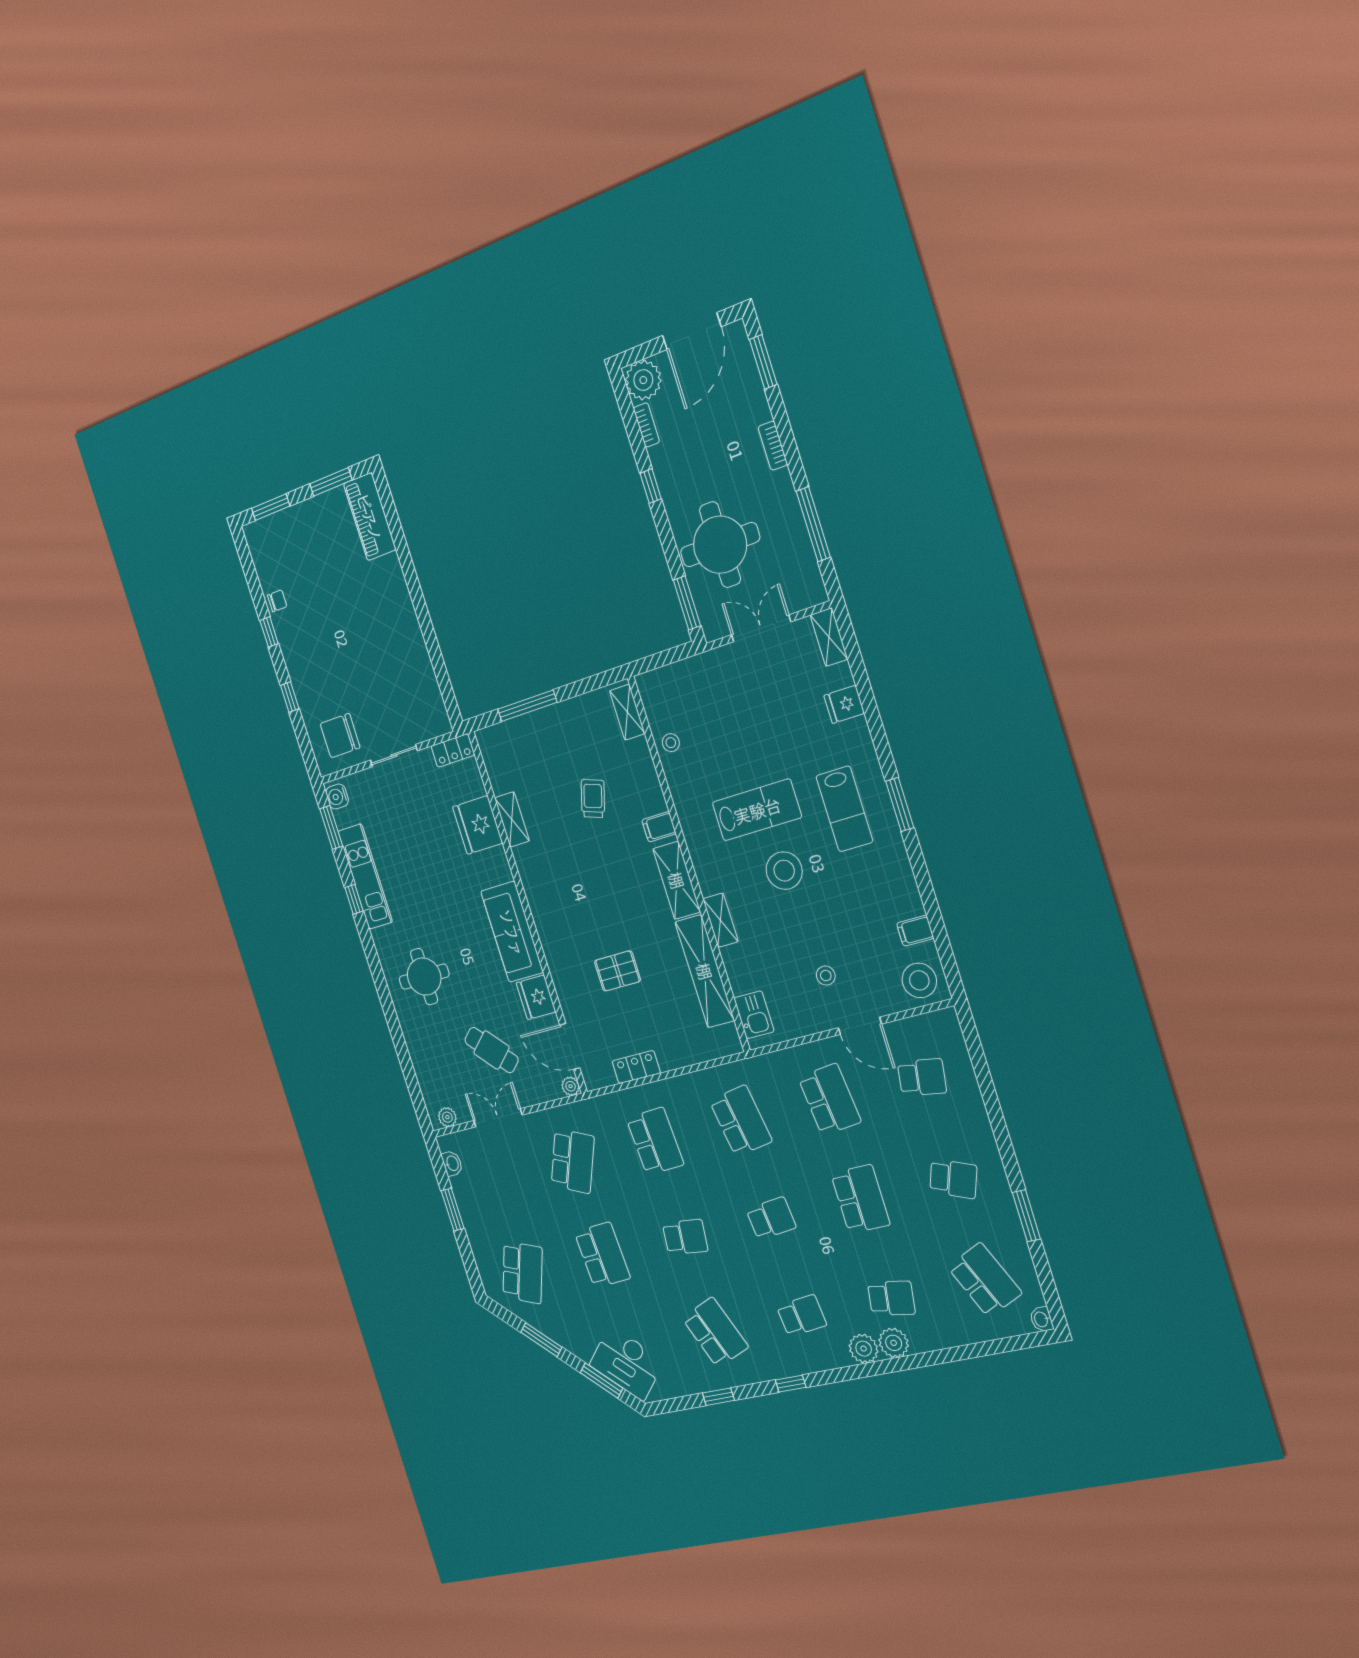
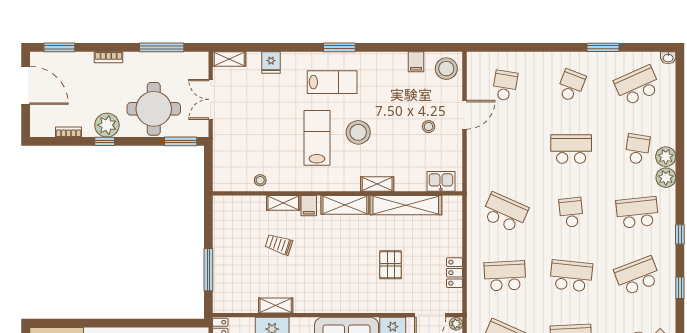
plant: (643, 380) -> (107, 125), moved
shelving: (627, 712) -> (283, 203), moved
school desk: (829, 1099) -> (505, 149), removed
school desk: (741, 1121) -> (505, 212), turned 33
school desk: (685, 1237) -> (571, 276), width x1.85
school desk: (801, 1316) -> (637, 212), width x1.85

